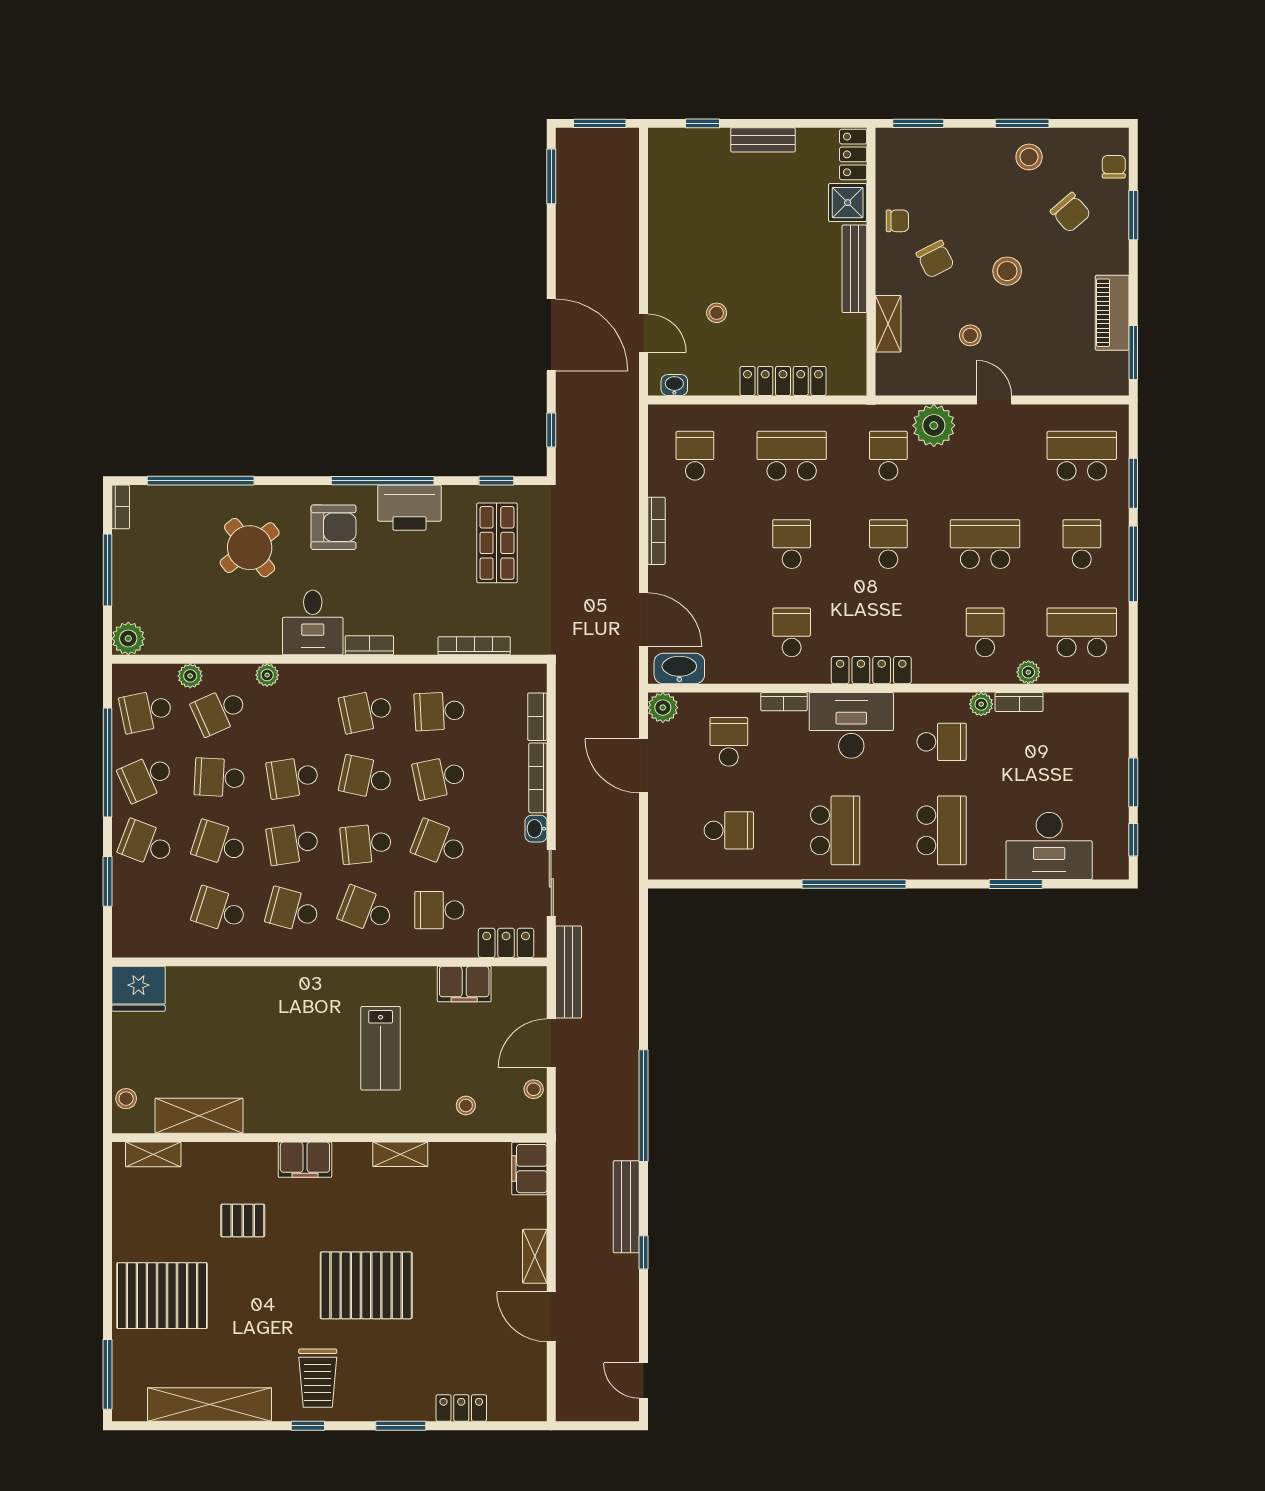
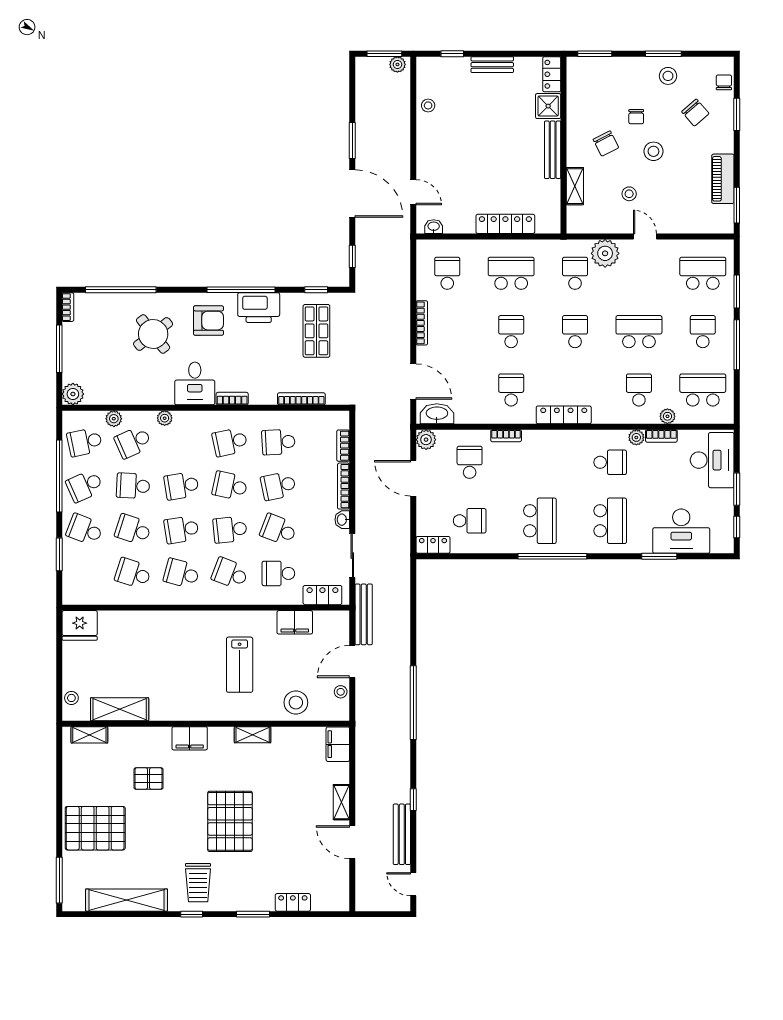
plant: (620, 140) -> (397, 65), added
window: (551, 176) -> (352, 141), moved
chair: (897, 221) -> (636, 117), moved, turned 90
stool: (717, 313) -> (428, 105), moved
desk: (851, 725) -> (712, 460), moved, turned 90
locker: (673, 867) -> (433, 545), added
stool: (466, 1105) -> (296, 703), width x1.89, depth x1.89
bench: (626, 1207) -> (402, 834), moved
pallet: (366, 1285) -> (230, 821), turned 90

